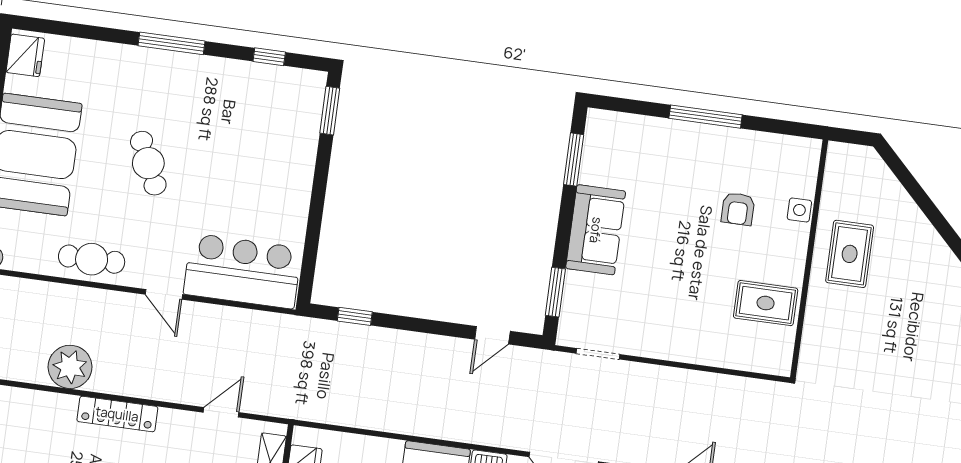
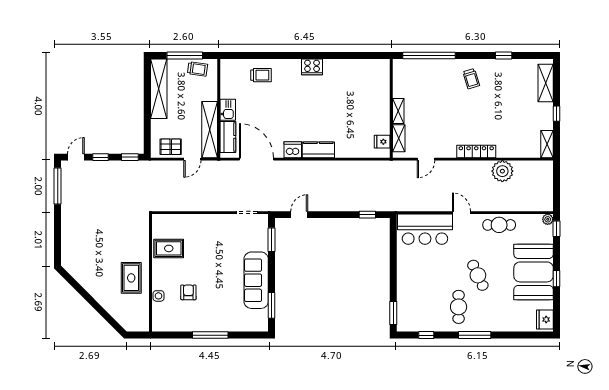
cafe table: (196, 105) -> (459, 307), added
sofa: (596, 230) -> (256, 280), width x1.36

